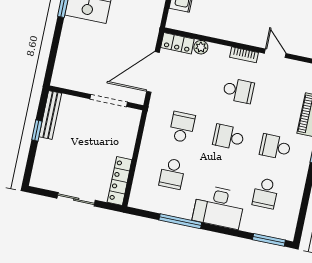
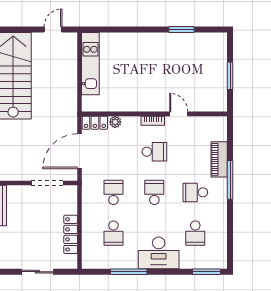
school desk: (229, 137) -> (154, 192), turned 90
locker: (120, 181) -> (71, 234), moved

